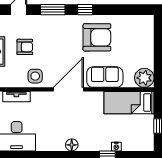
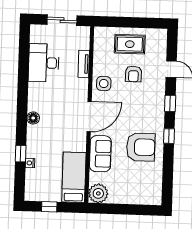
window: (53, 10) -> (170, 103), width x0.67
armchair: (97, 37) -> (141, 147), turned -90
door: (68, 89) -> (89, 117), hinge flipped

